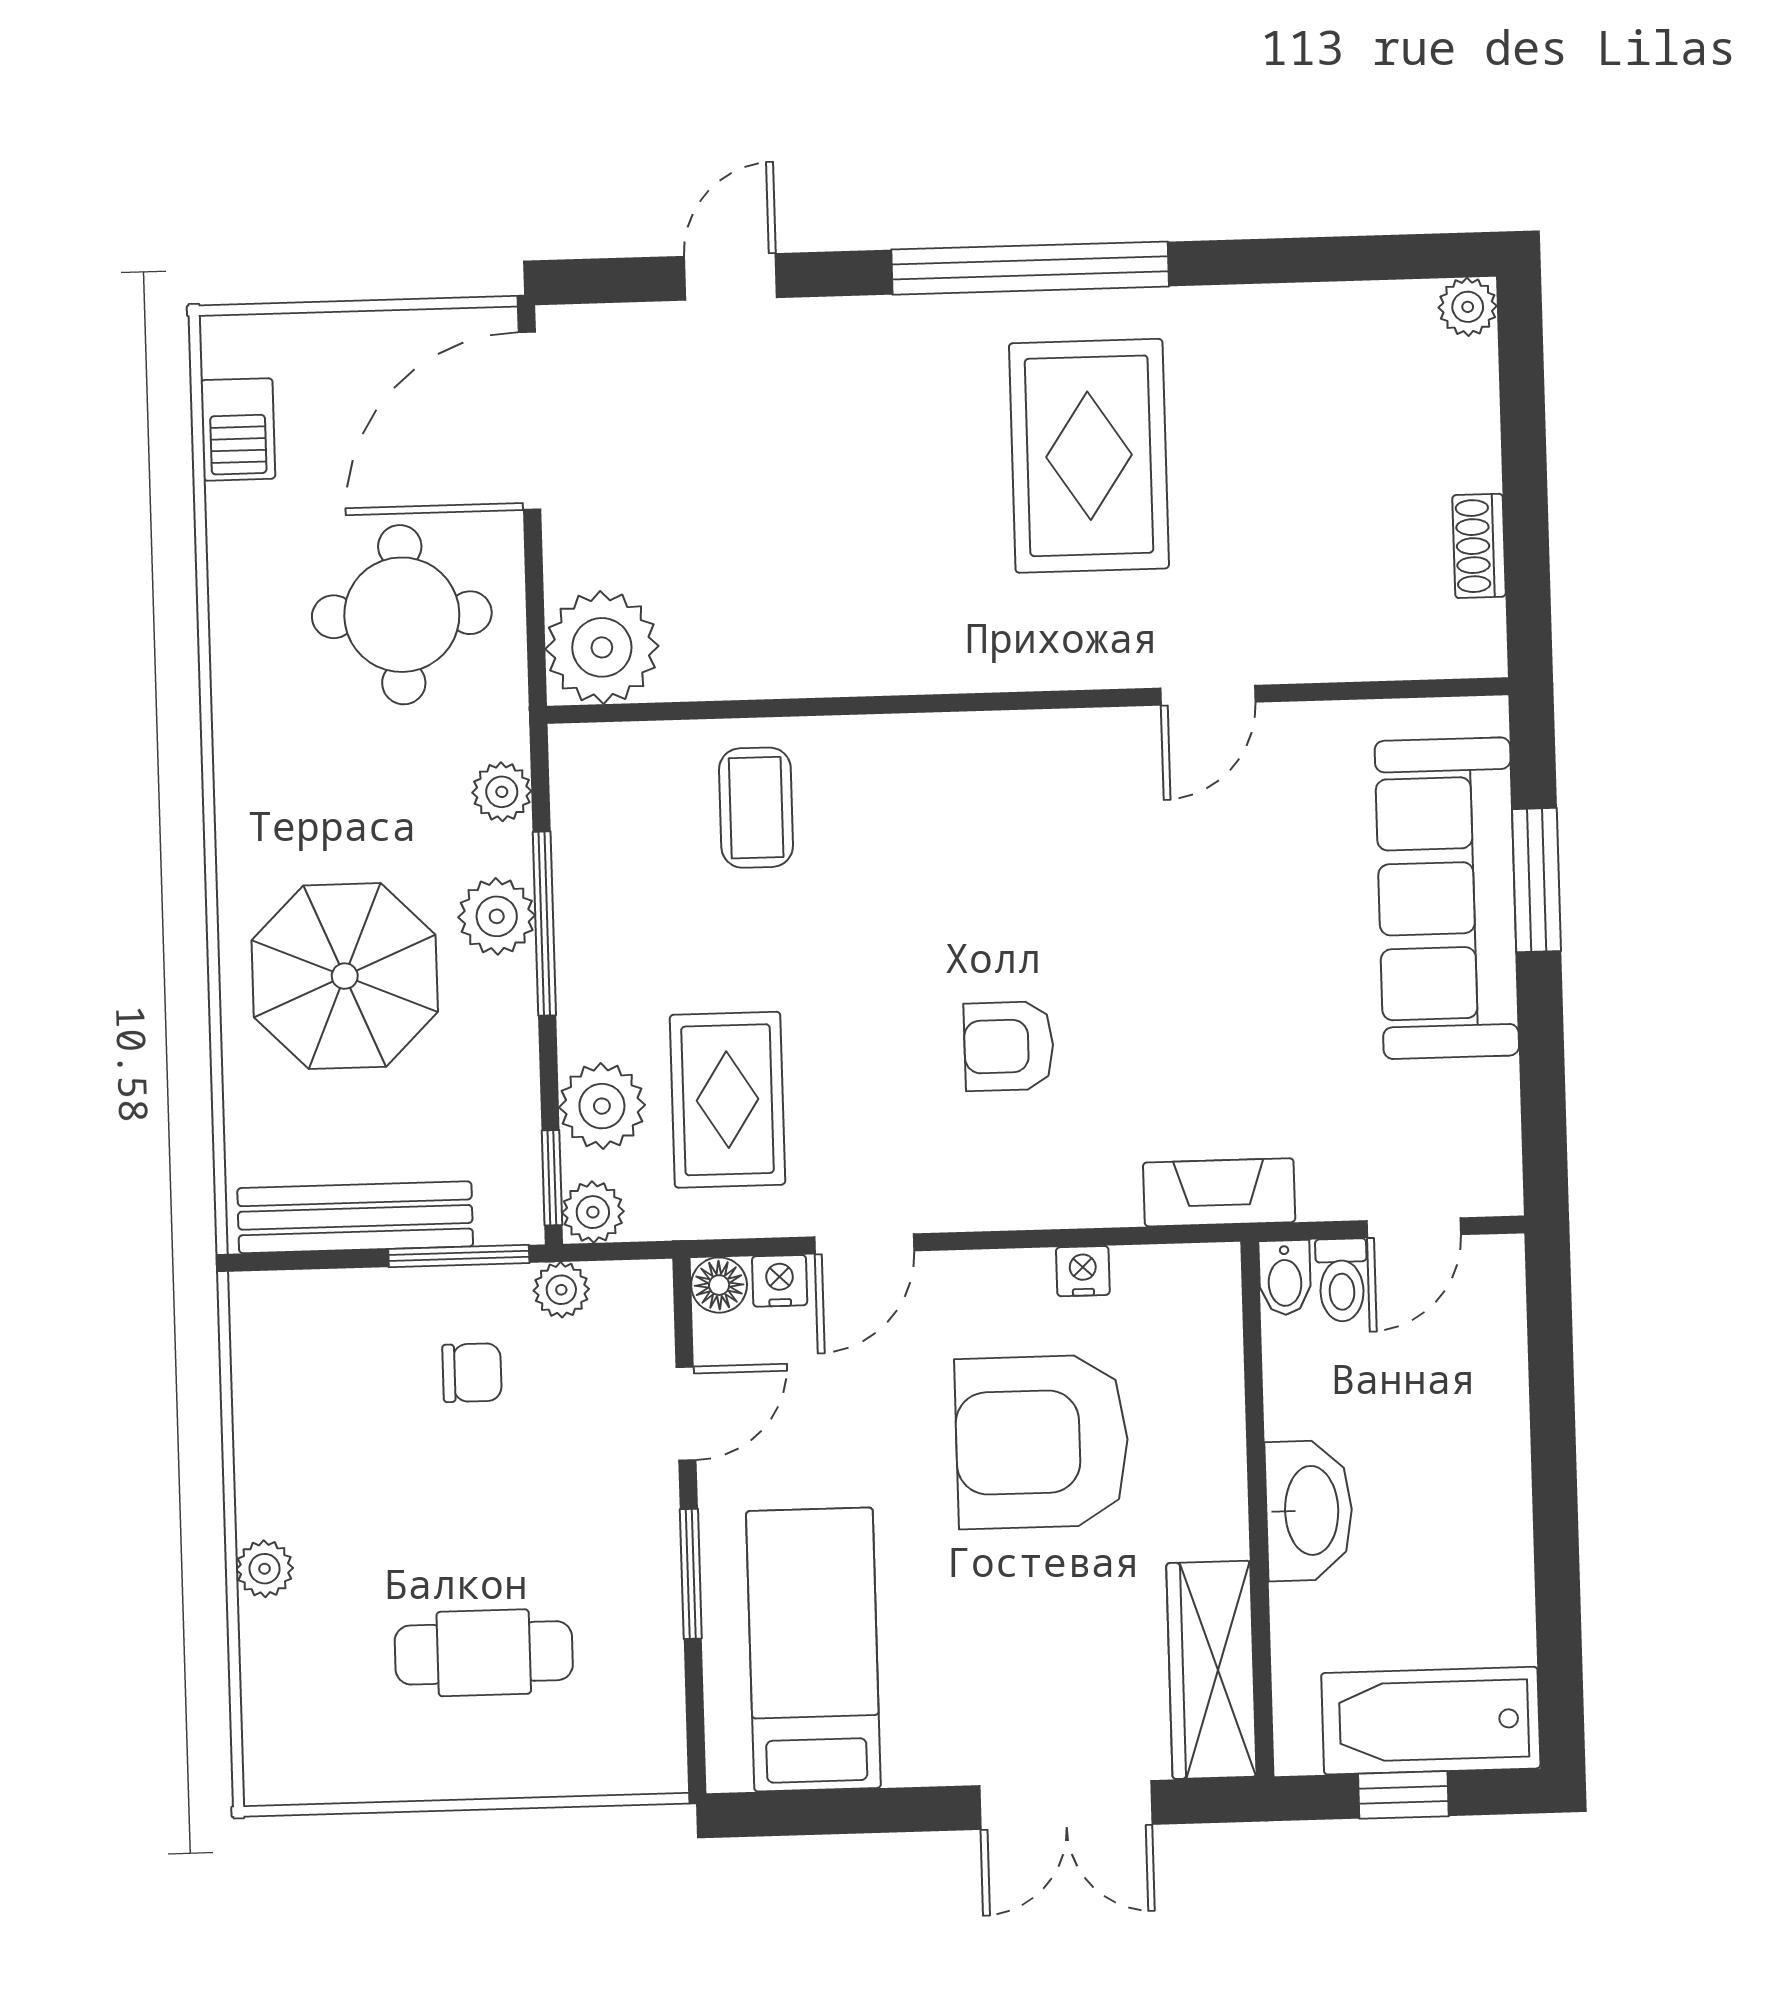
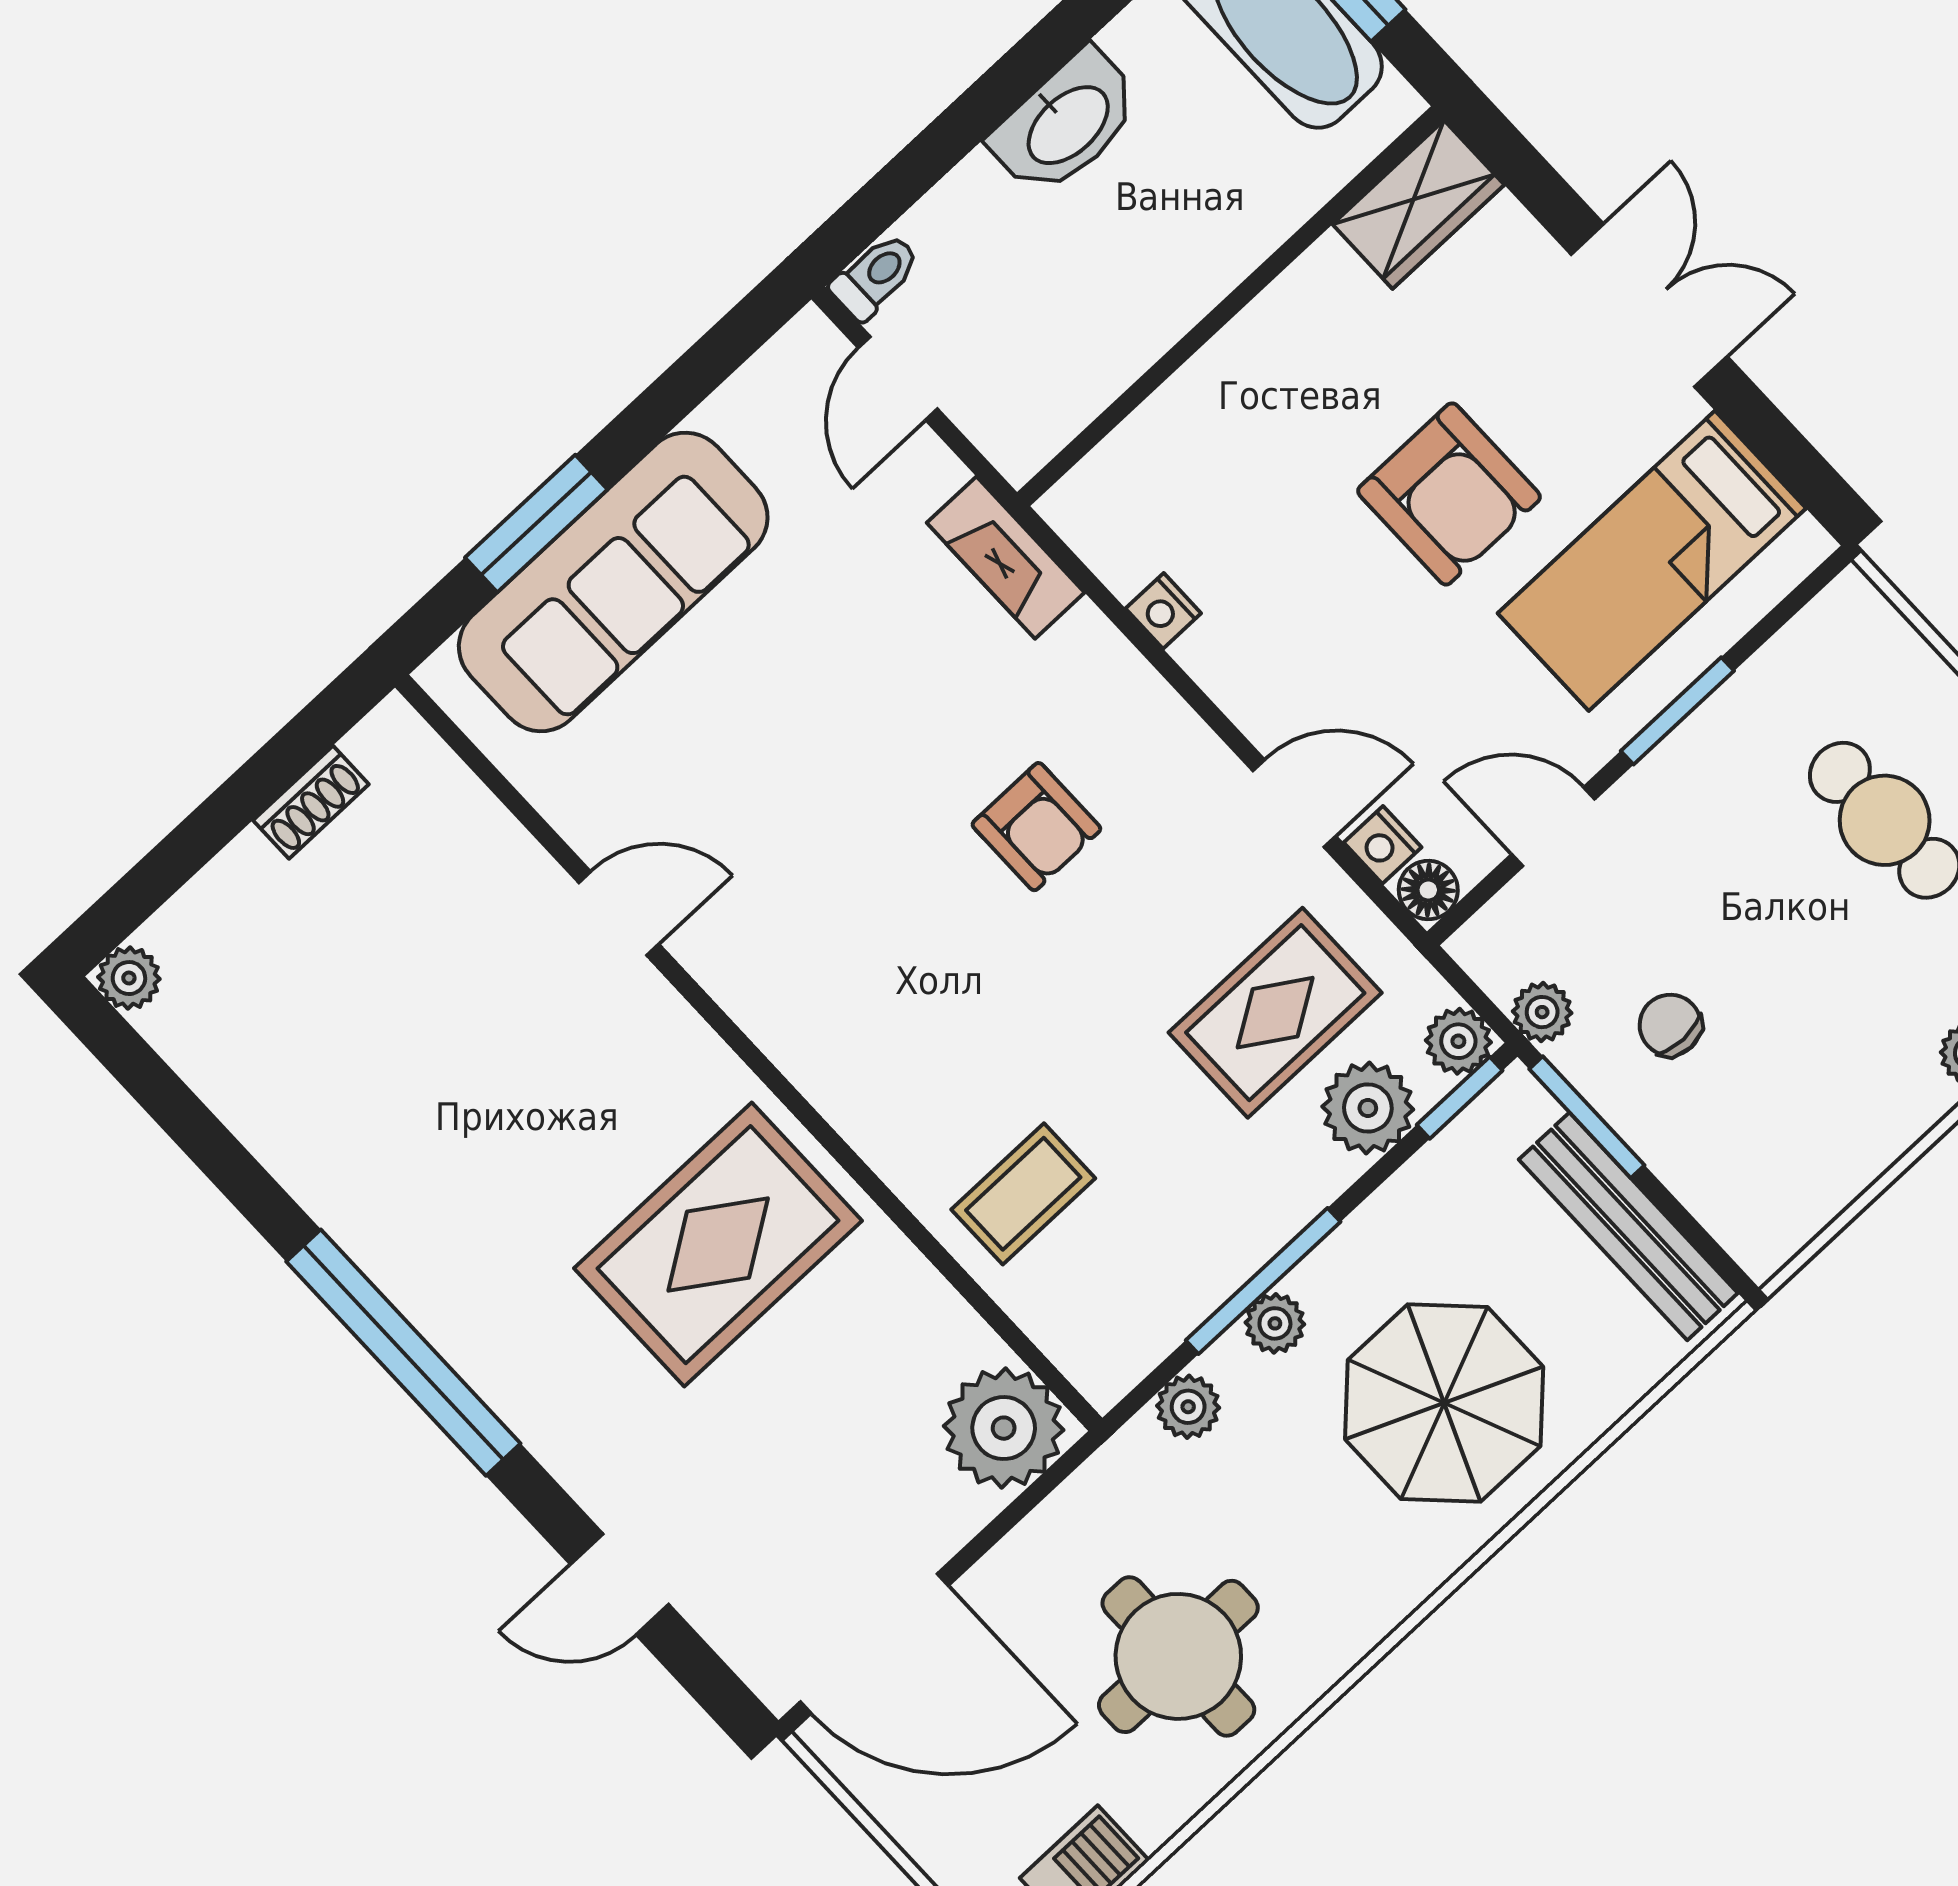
rug: (1089, 456) -> (718, 1245), moved
round table: (402, 615) -> (1178, 1656), moved
plant: (497, 916) -> (1275, 1323), width x0.73, depth x0.73
door: (1414, 1228) -> (898, 378), swing flipped
bidet: (1285, 1278) -> (1028, 446), removed
toilet: (1342, 1280) -> (875, 276), moved
armchair: (1042, 1442) -> (1449, 494), moved, width x0.73, depth x0.73
washbasin: (1309, 1511) -> (1066, 123), moved, turned 180
wardrobe: (1211, 1670) -> (1418, 204), width x0.67
double door: (1066, 1805) -> (1649, 305), moved

